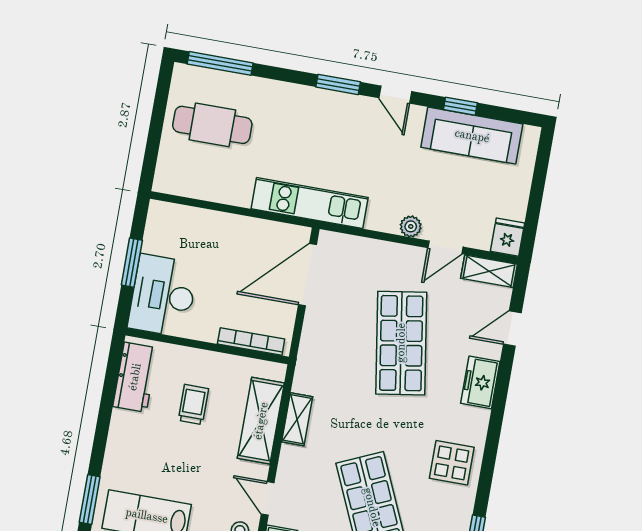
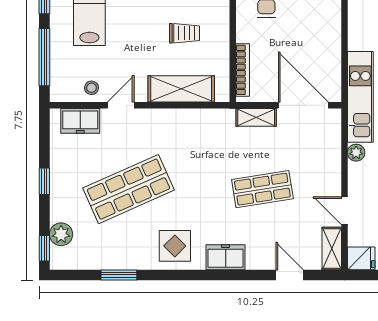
plant: (411, 226) -> (356, 153), moved
shop shelf: (401, 343) -> (262, 189), width x0.70, depth x0.74
freezer: (480, 382) -> (226, 257), moved
shelving: (297, 419) -> (256, 117), moved

